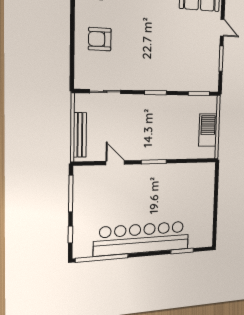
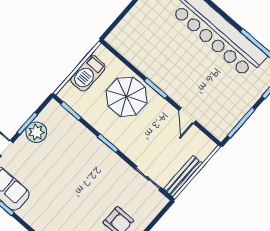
plant: (211, 58) -> (36, 132), added
bench: (80, 135) -> (183, 176), moved
parasol: (169, 138) -> (127, 97), added

